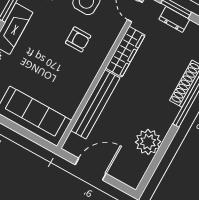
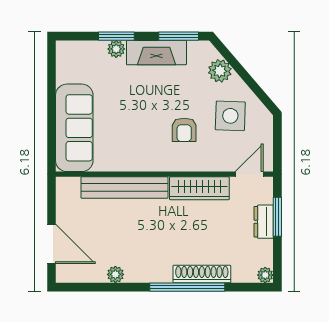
plant: (148, 142) -> (115, 274), width x0.53, depth x0.53
door: (91, 169) -> (51, 244), moved

